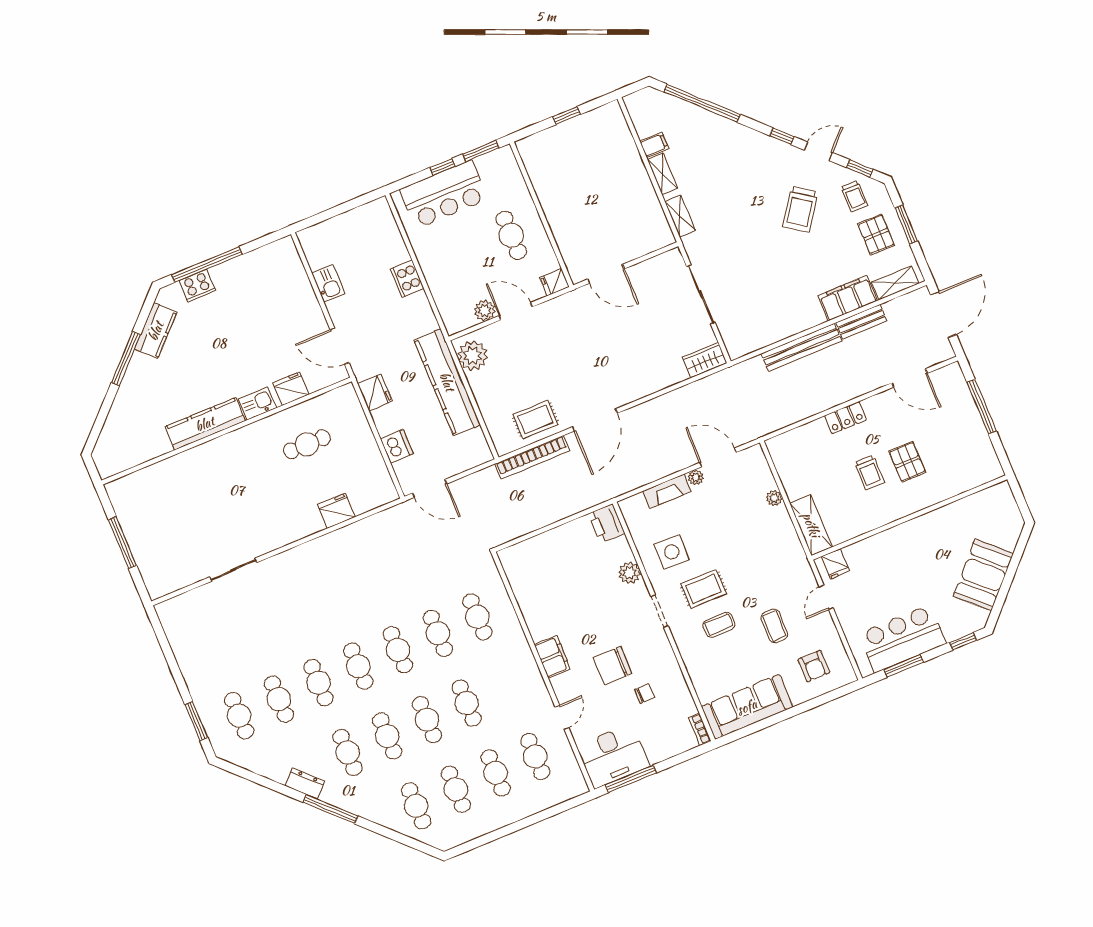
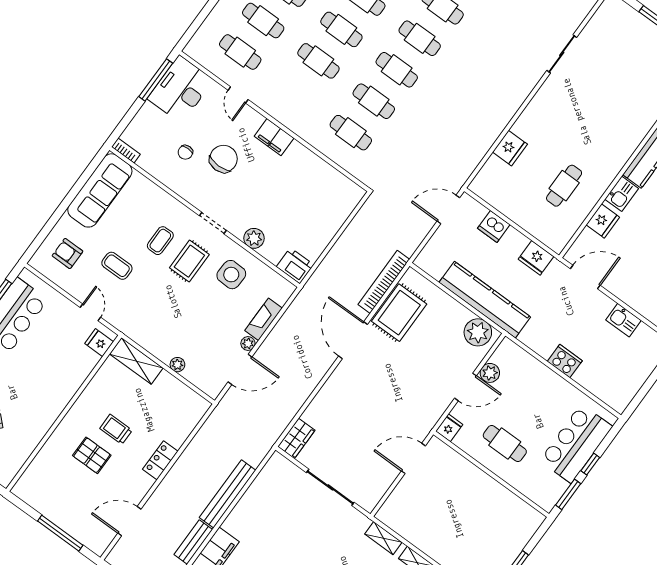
rug: (535, 419) -> (399, 313), width x1.36, depth x1.43

